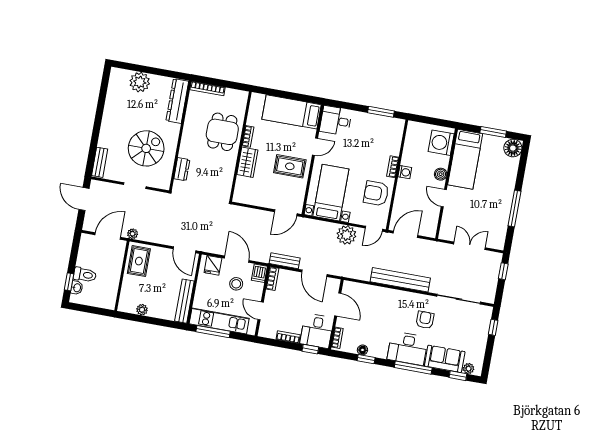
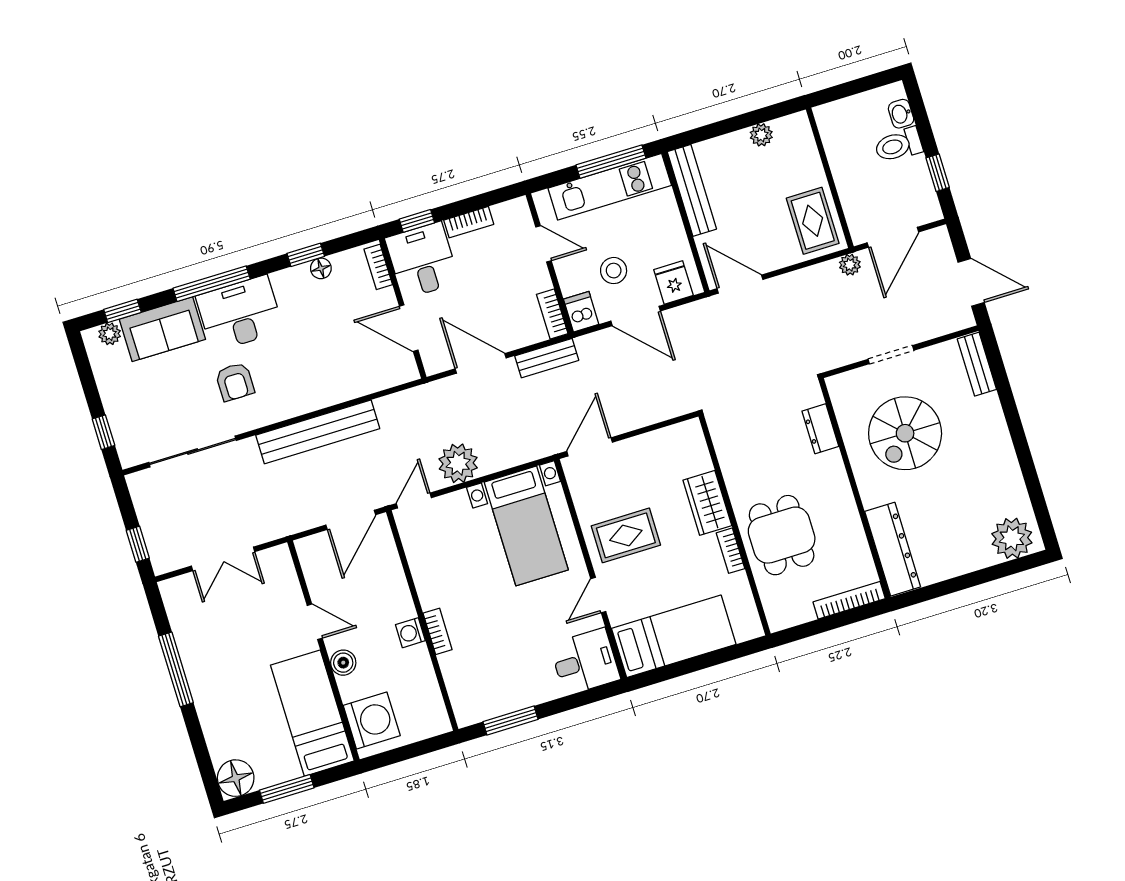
plant: (140, 82) -> (1012, 538), moved
armchair: (376, 193) -> (443, 567), removed
window: (69, 282) -> (938, 173), moved

